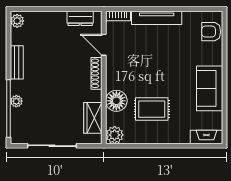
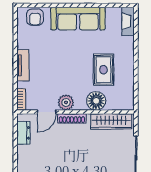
tv unit: (157, 18) -> (23, 65), width x0.71
sofa: (210, 88) -> (78, 19), width x1.36
wardrobe: (93, 118) -> (111, 122), width x1.50
plant: (115, 135) -> (66, 102), moved

